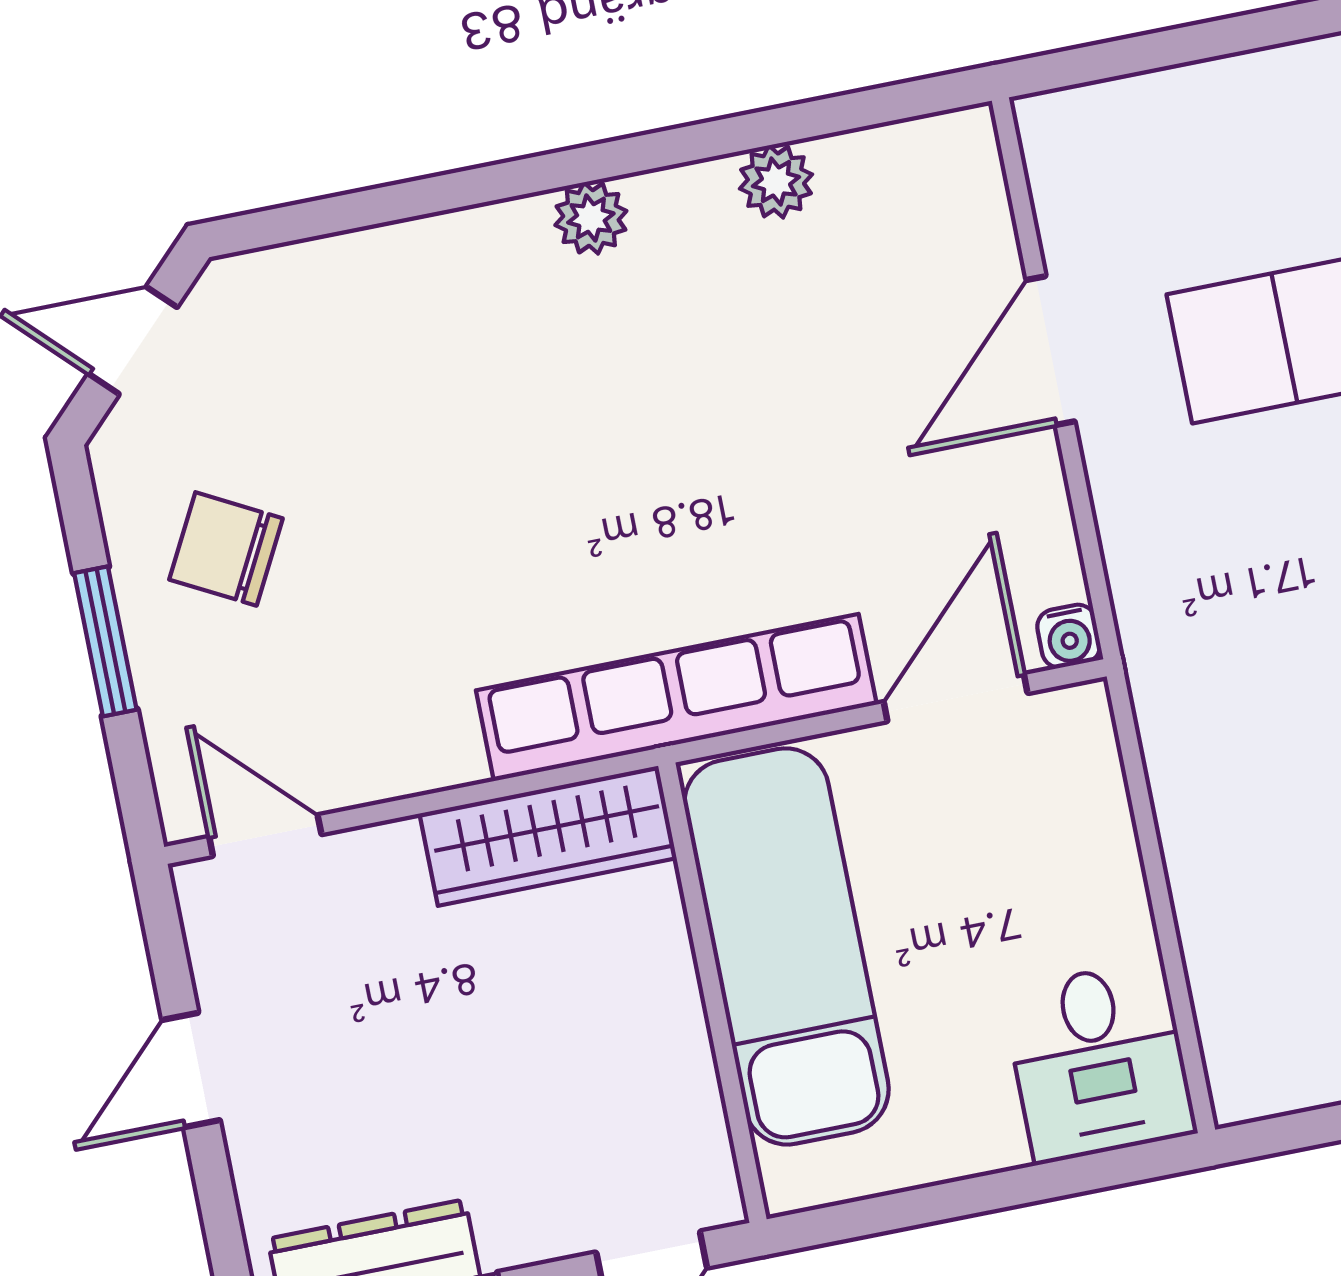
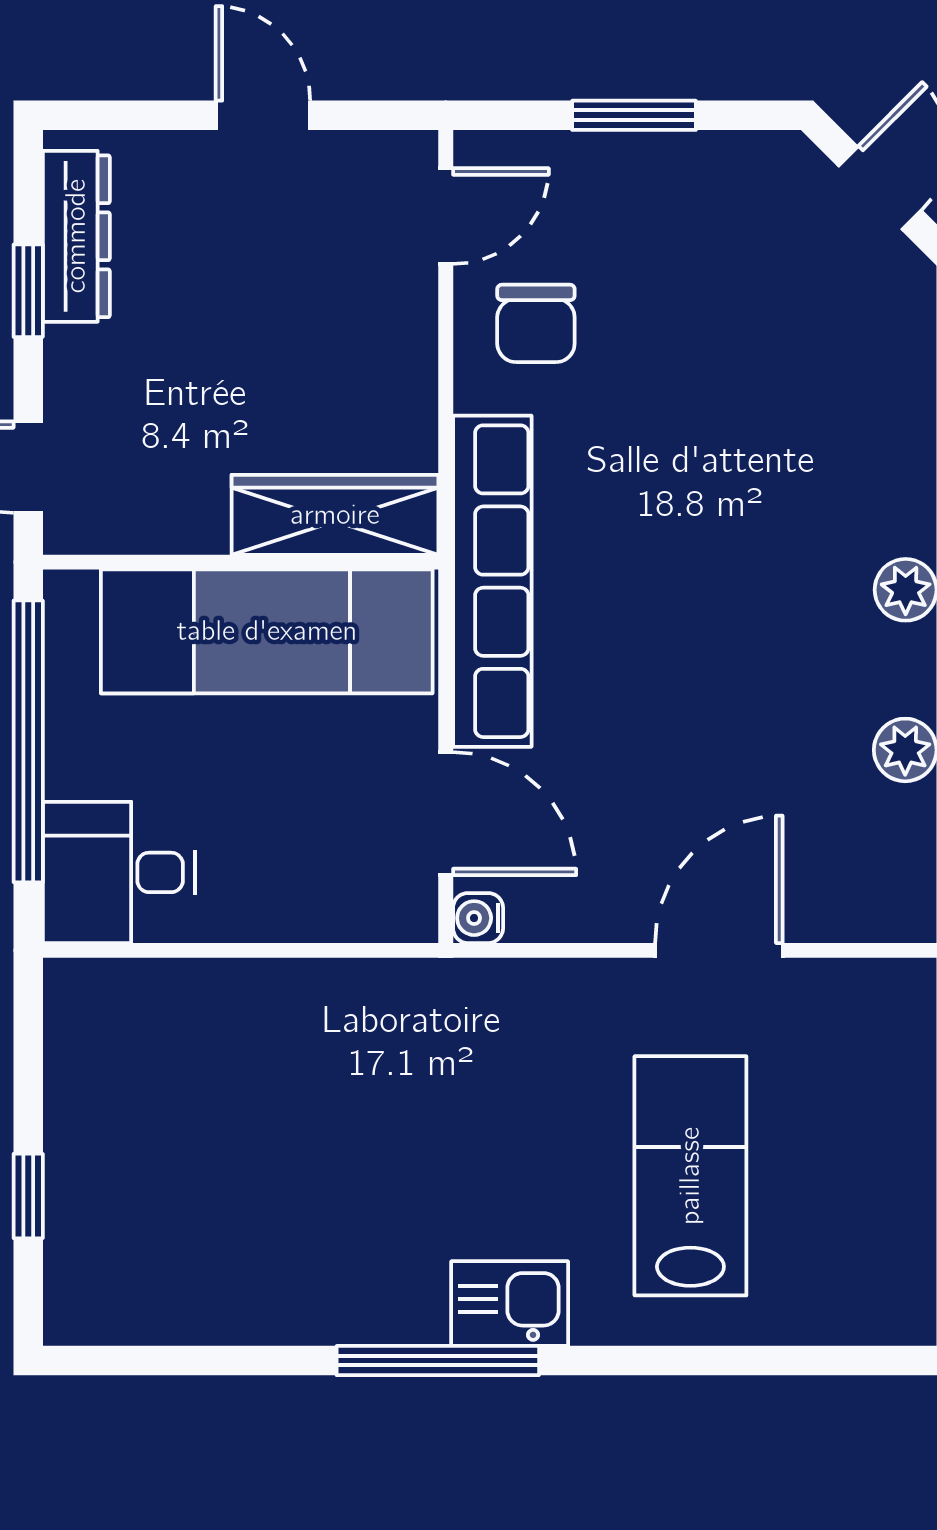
door: (1051, 351) -> (719, 950), hinge flipped
chair: (226, 549) -> (536, 323), moved, turned 152
wardrobe: (548, 836) -> (335, 515), moved, turned 90
window: (968, 1197) -> (28, 741), added

